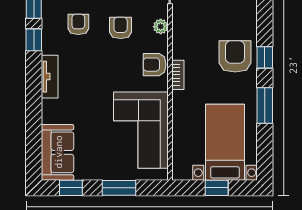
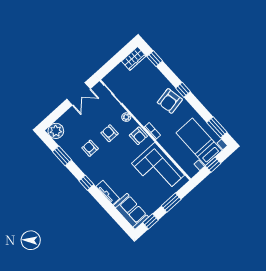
window: (34, 40) -> (86, 183), moved
armchair: (235, 56) -> (170, 101), turned -100
armchair: (155, 65) -> (138, 136), turned -90
tv unit: (50, 77) -> (108, 192), moved
window: (265, 105) -> (217, 127), moved

